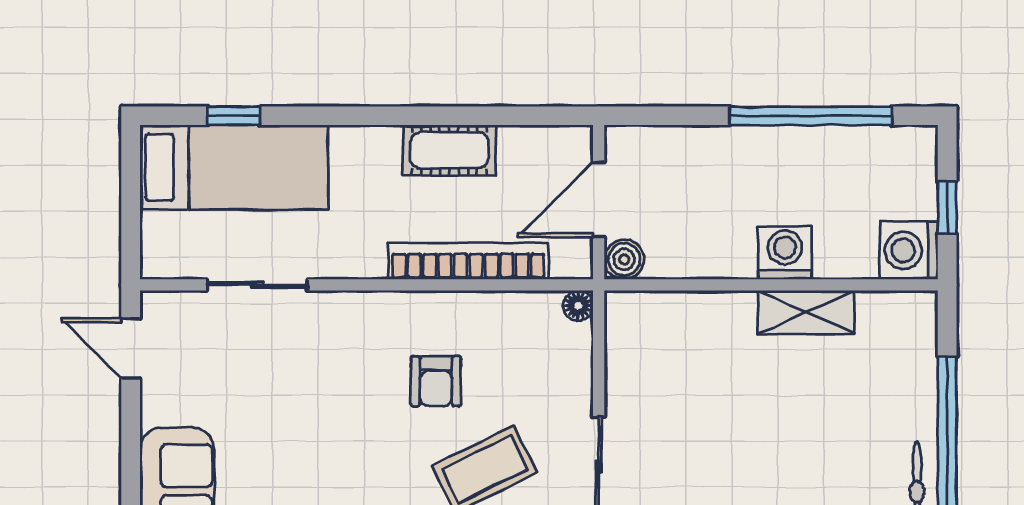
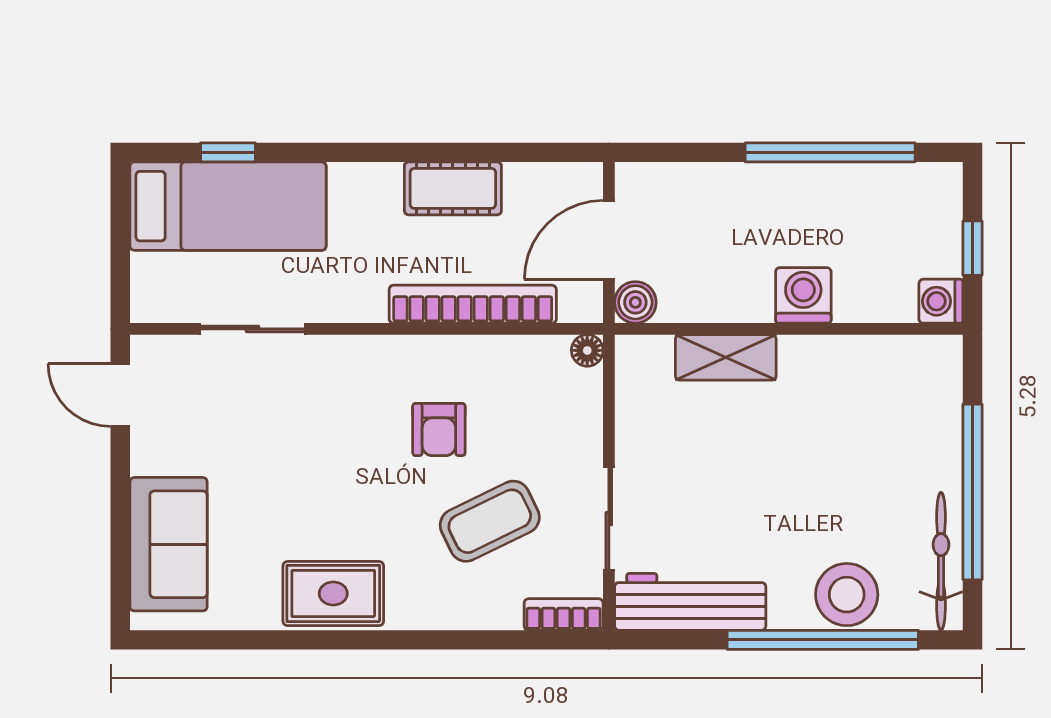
washing machine: (909, 250) -> (941, 301), width x0.73, depth x0.73
shelving: (806, 312) -> (726, 357), moved

